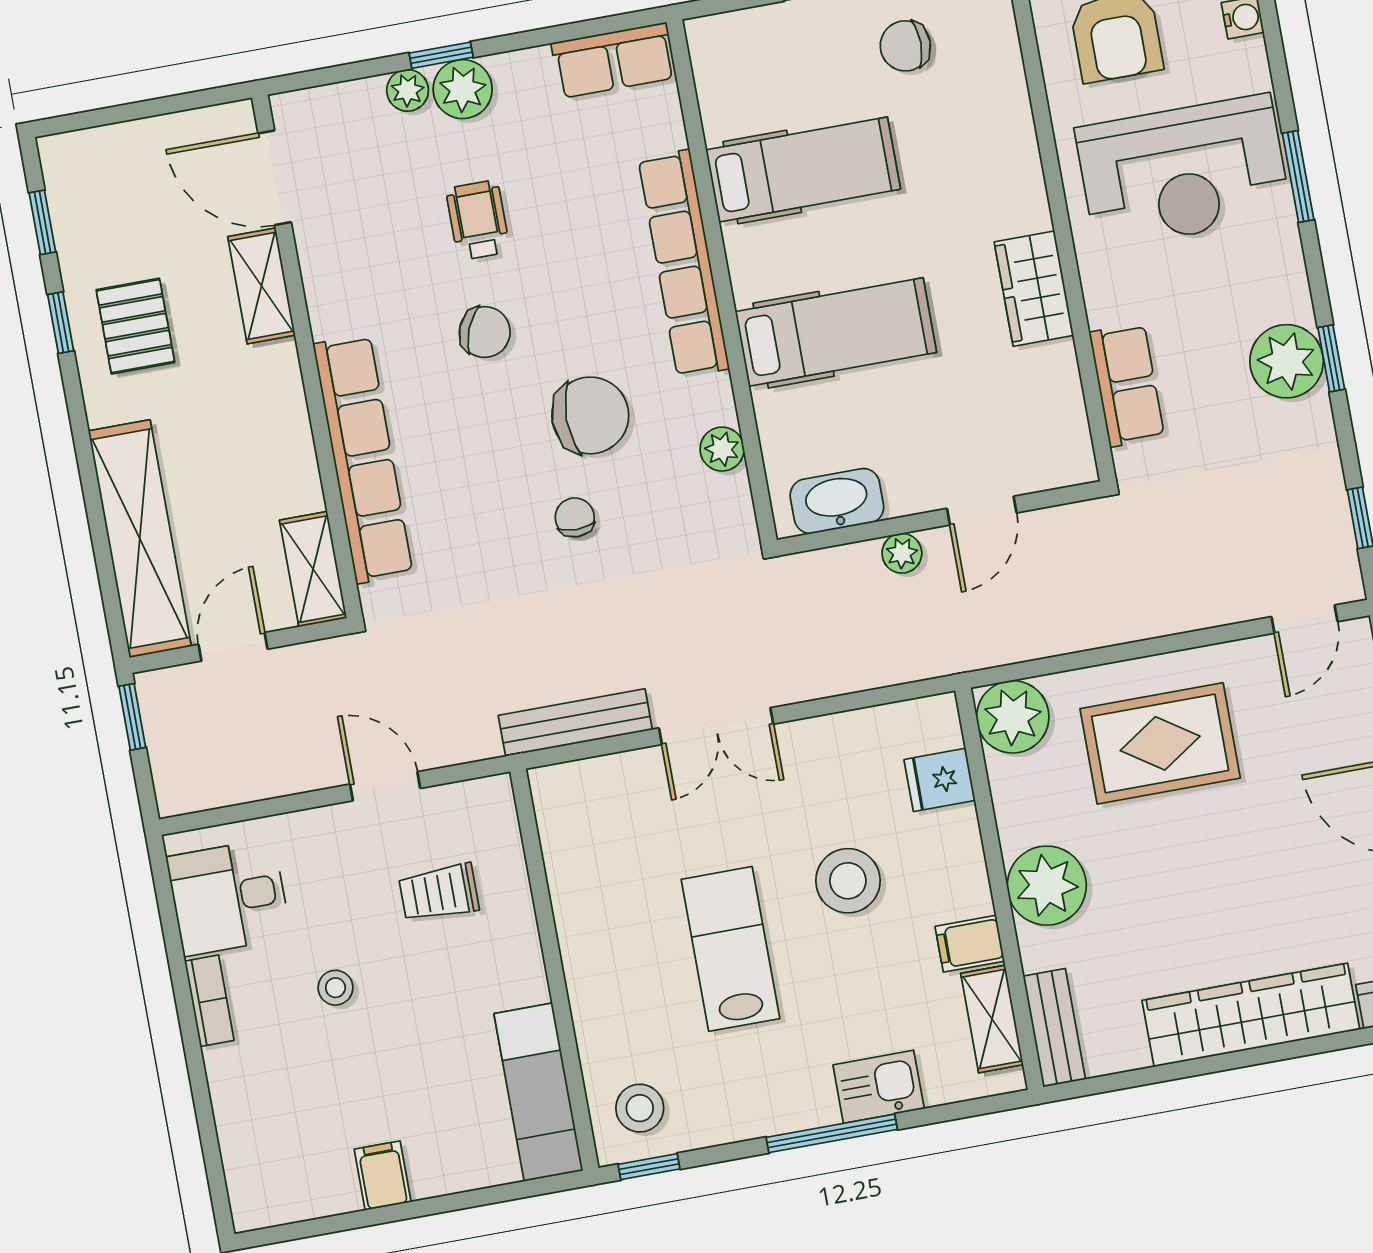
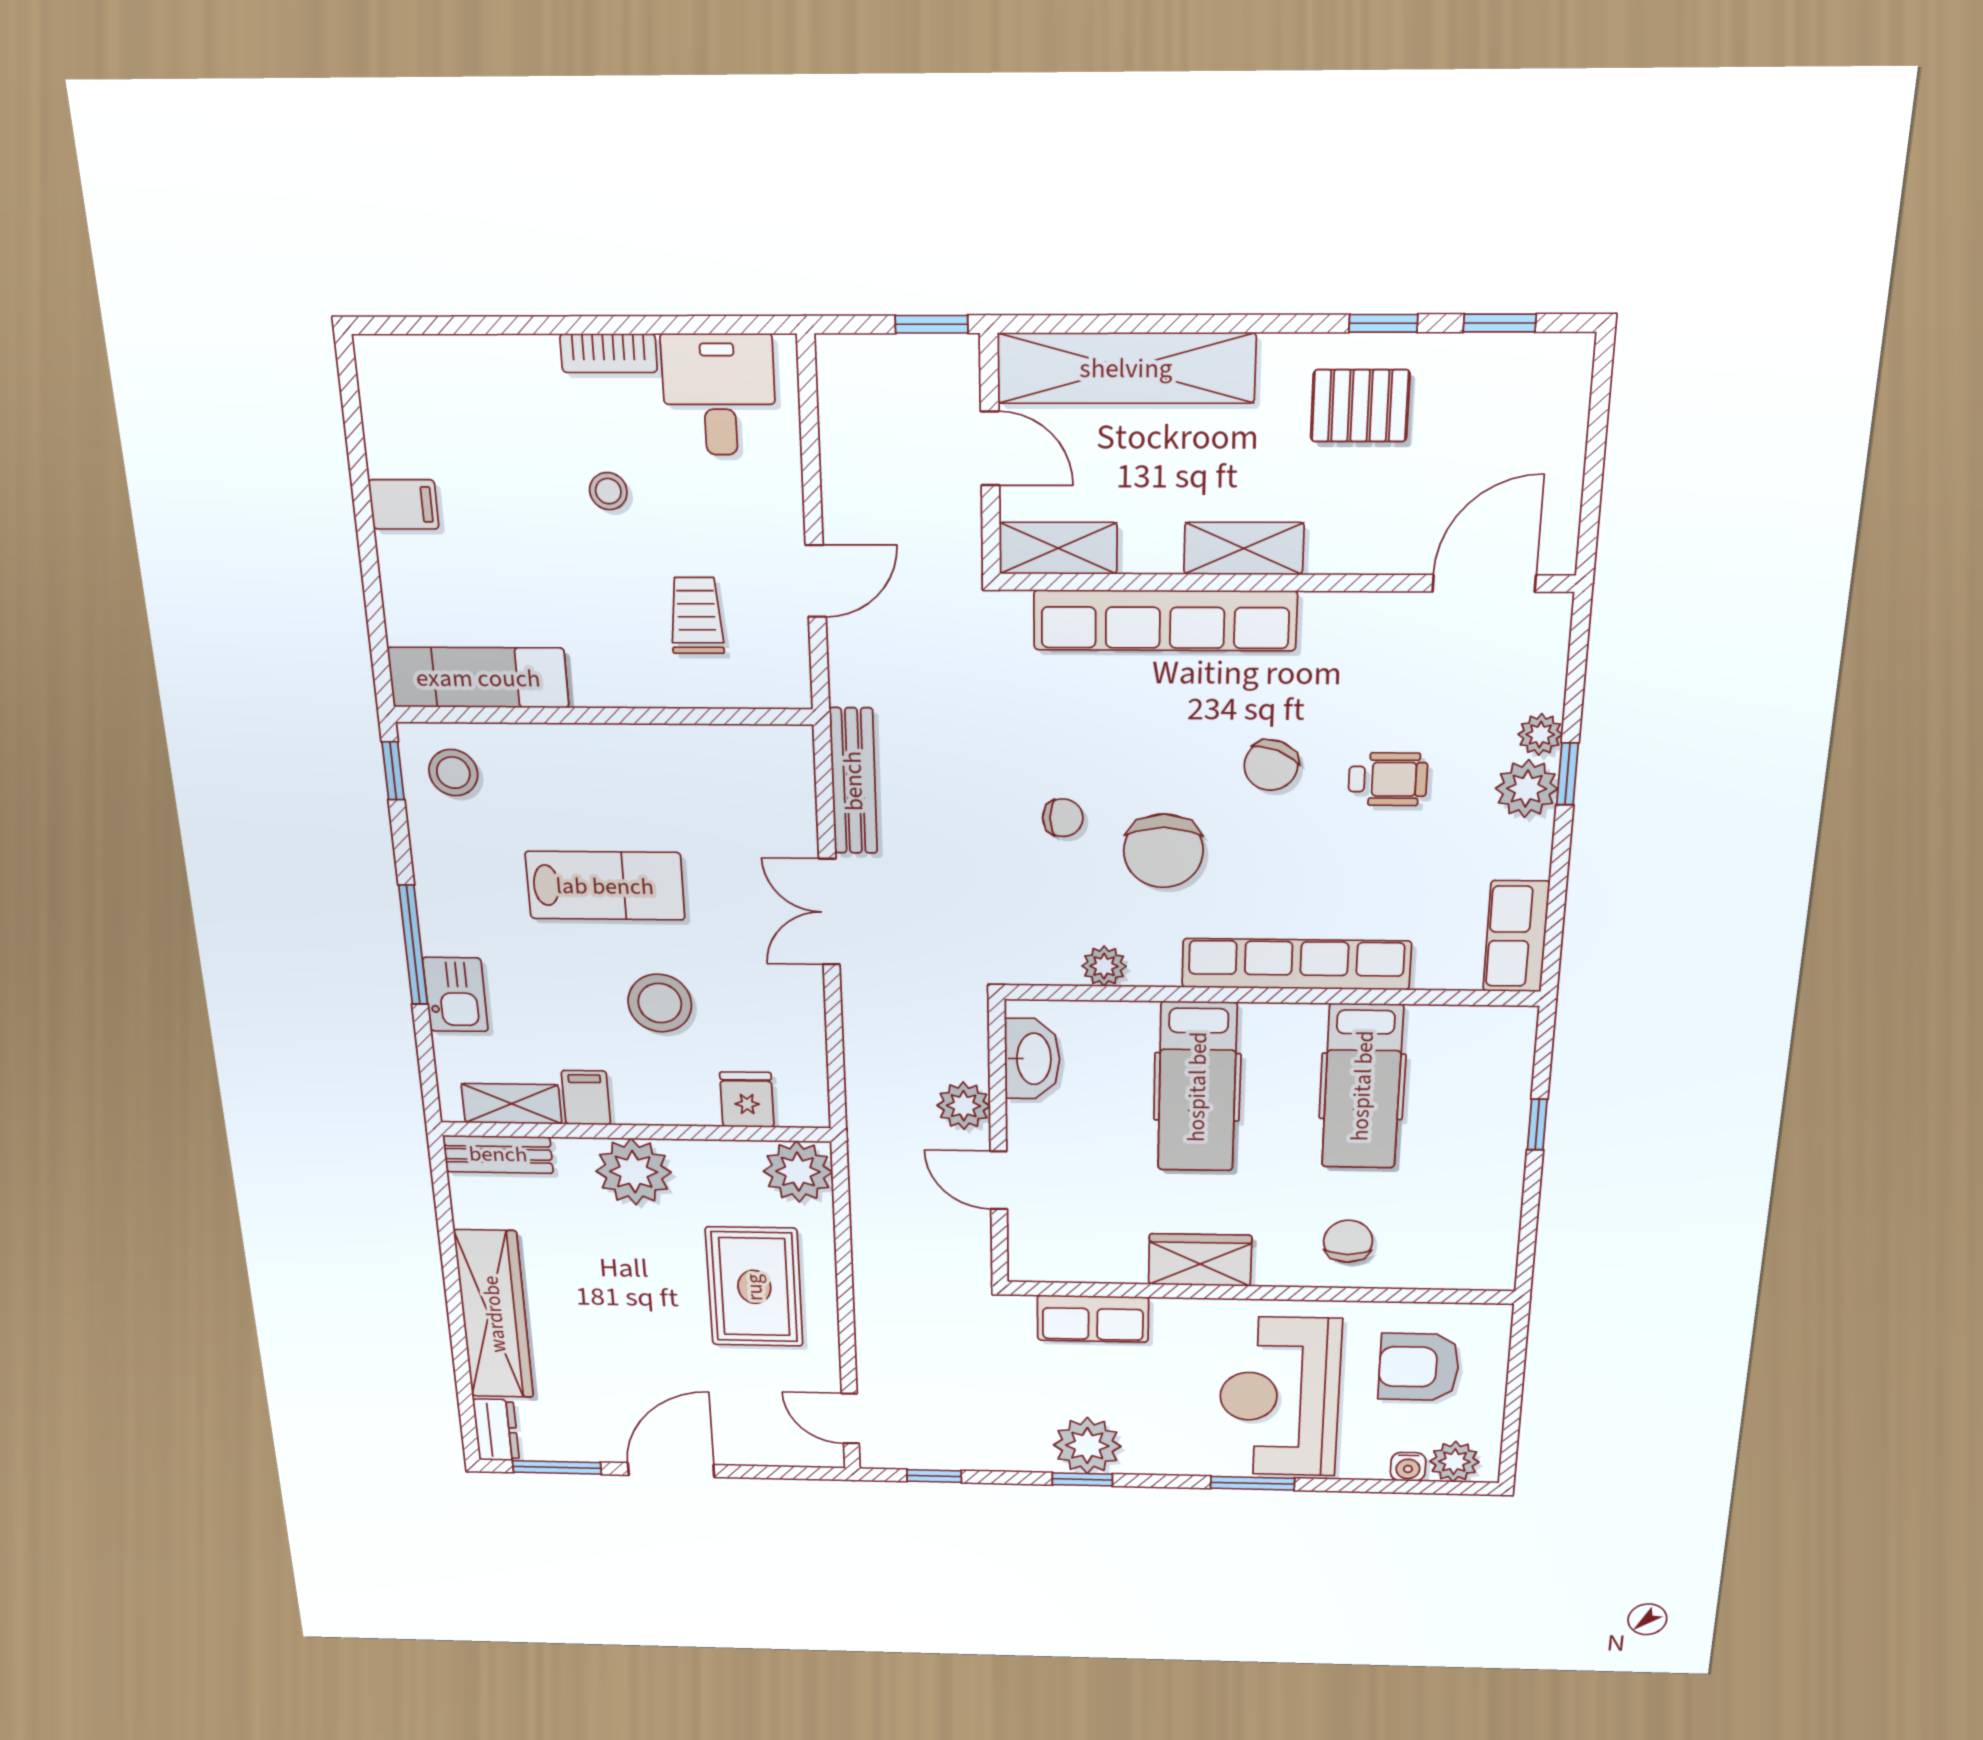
chair: (905, 46) -> (1348, 1241), moved
shelving: (261, 286) -> (1244, 548), moved
plant: (902, 553) -> (964, 1106), width x1.38, depth x1.38

